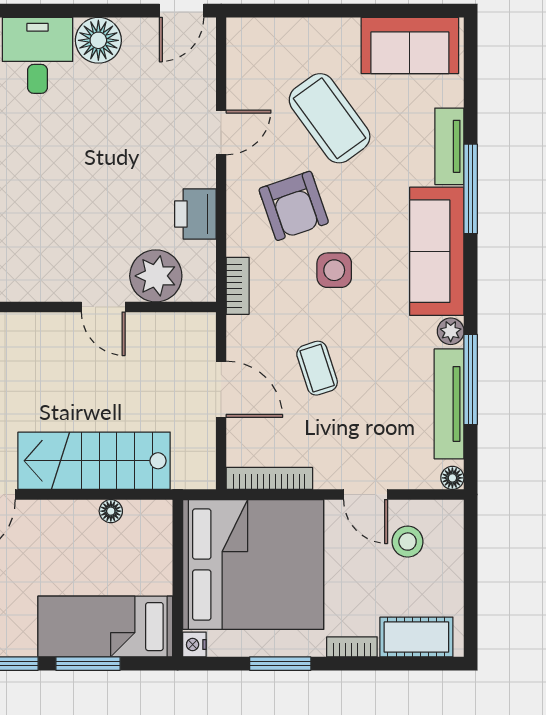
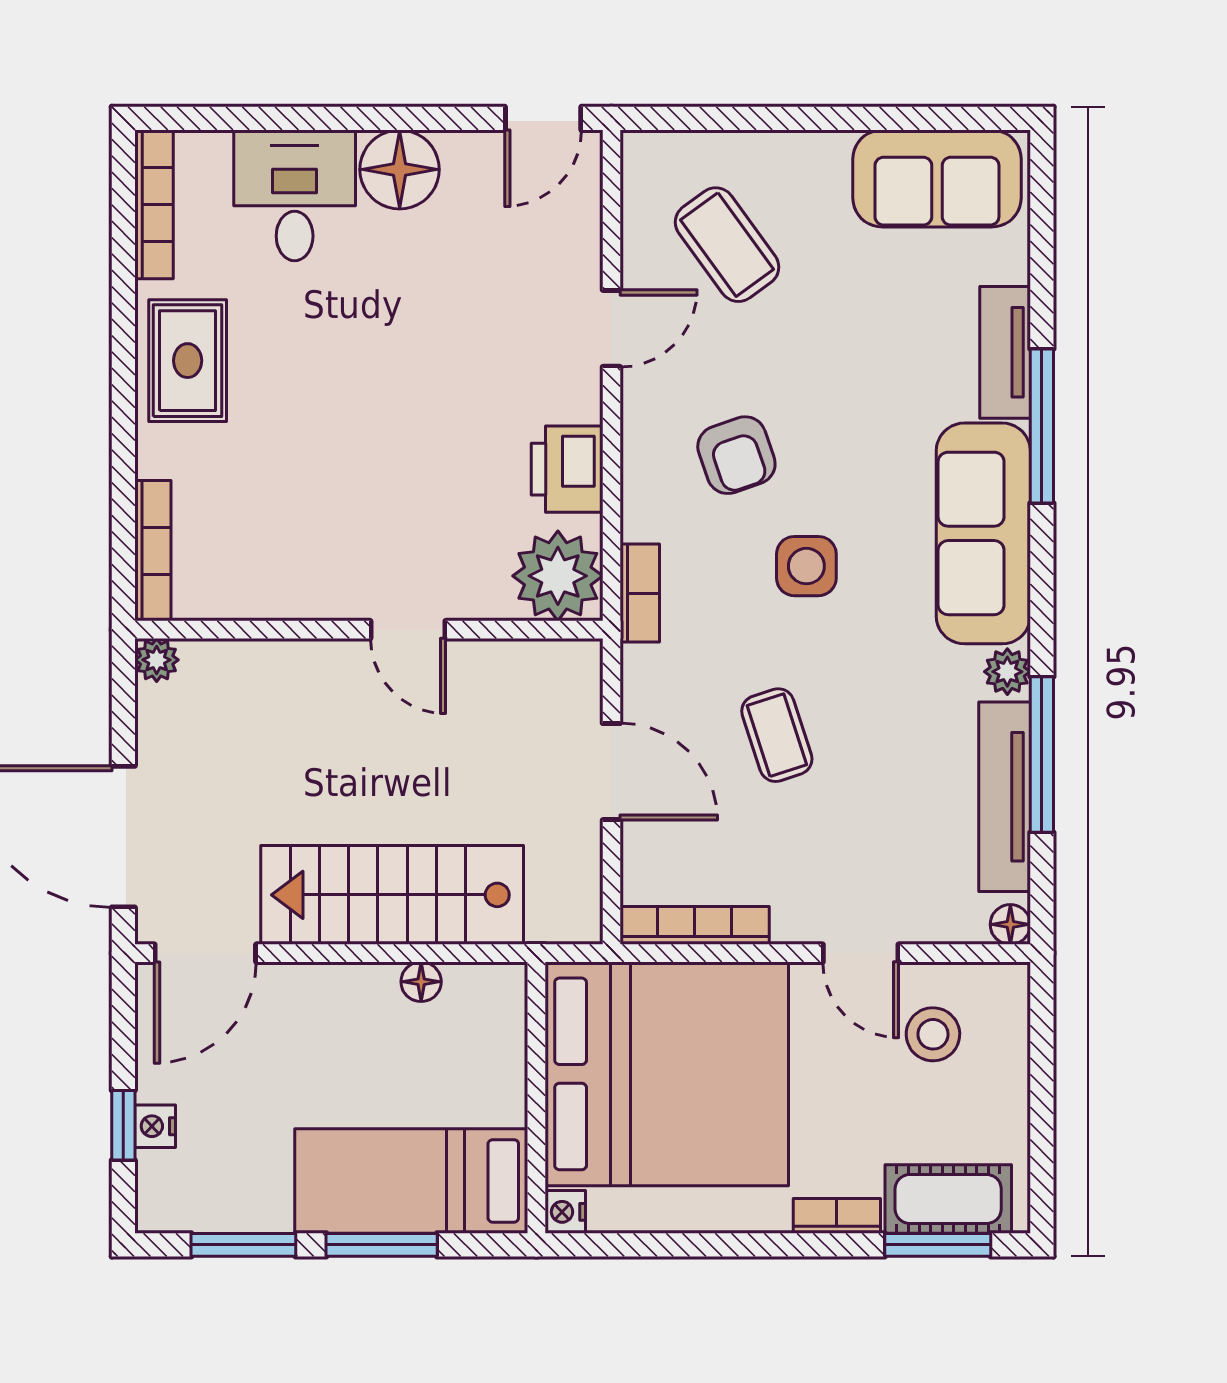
coffee table: (330, 118) -> (727, 245), moved, width x0.73, depth x0.76
armchair: (294, 206) -> (736, 455), width x0.72, depth x0.72
plant: (156, 276) -> (558, 576), moved
window: (280, 664) -> (938, 1245), moved

